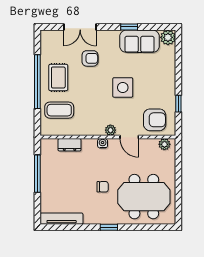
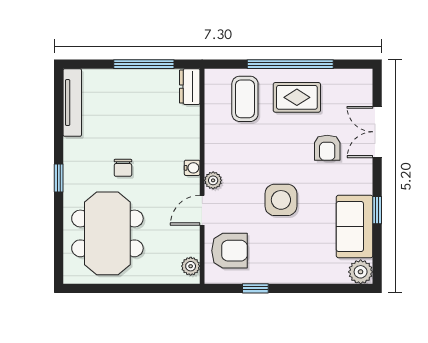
armchair: (155, 120) -> (230, 251), turned -90
dresser: (70, 145) -> (190, 87), moved

